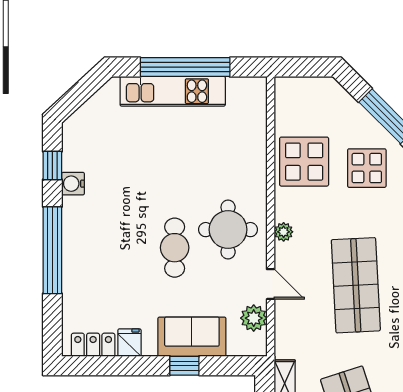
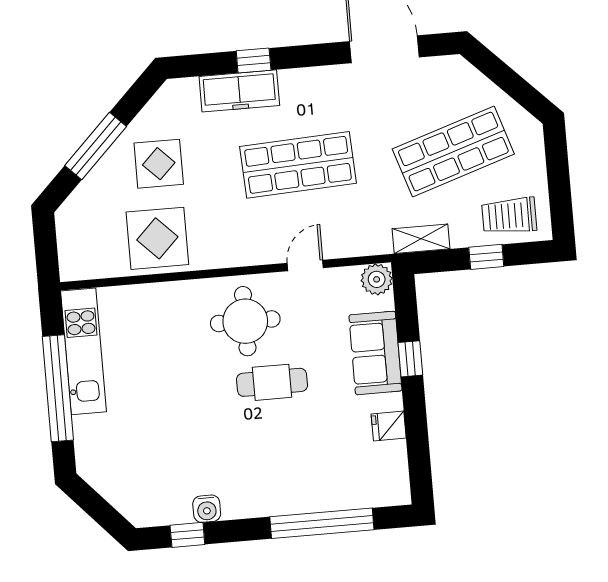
kitchen unit: (173, 91) -> (83, 351), moved
plant: (284, 232) -> (242, 255), removed
window: (52, 250) -> (322, 523), moved
plant: (254, 318) -> (377, 279), moved
locker: (93, 345) -> (395, 469), removed

